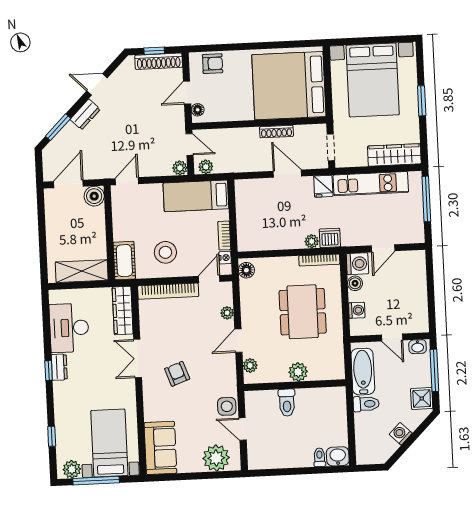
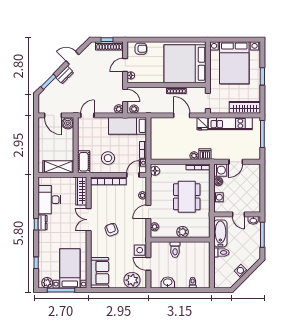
door: (68, 184) -> (53, 115), swing flipped
shower: (422, 398) -> (254, 251), removed
washbasin: (338, 456) -> (168, 282), moved

